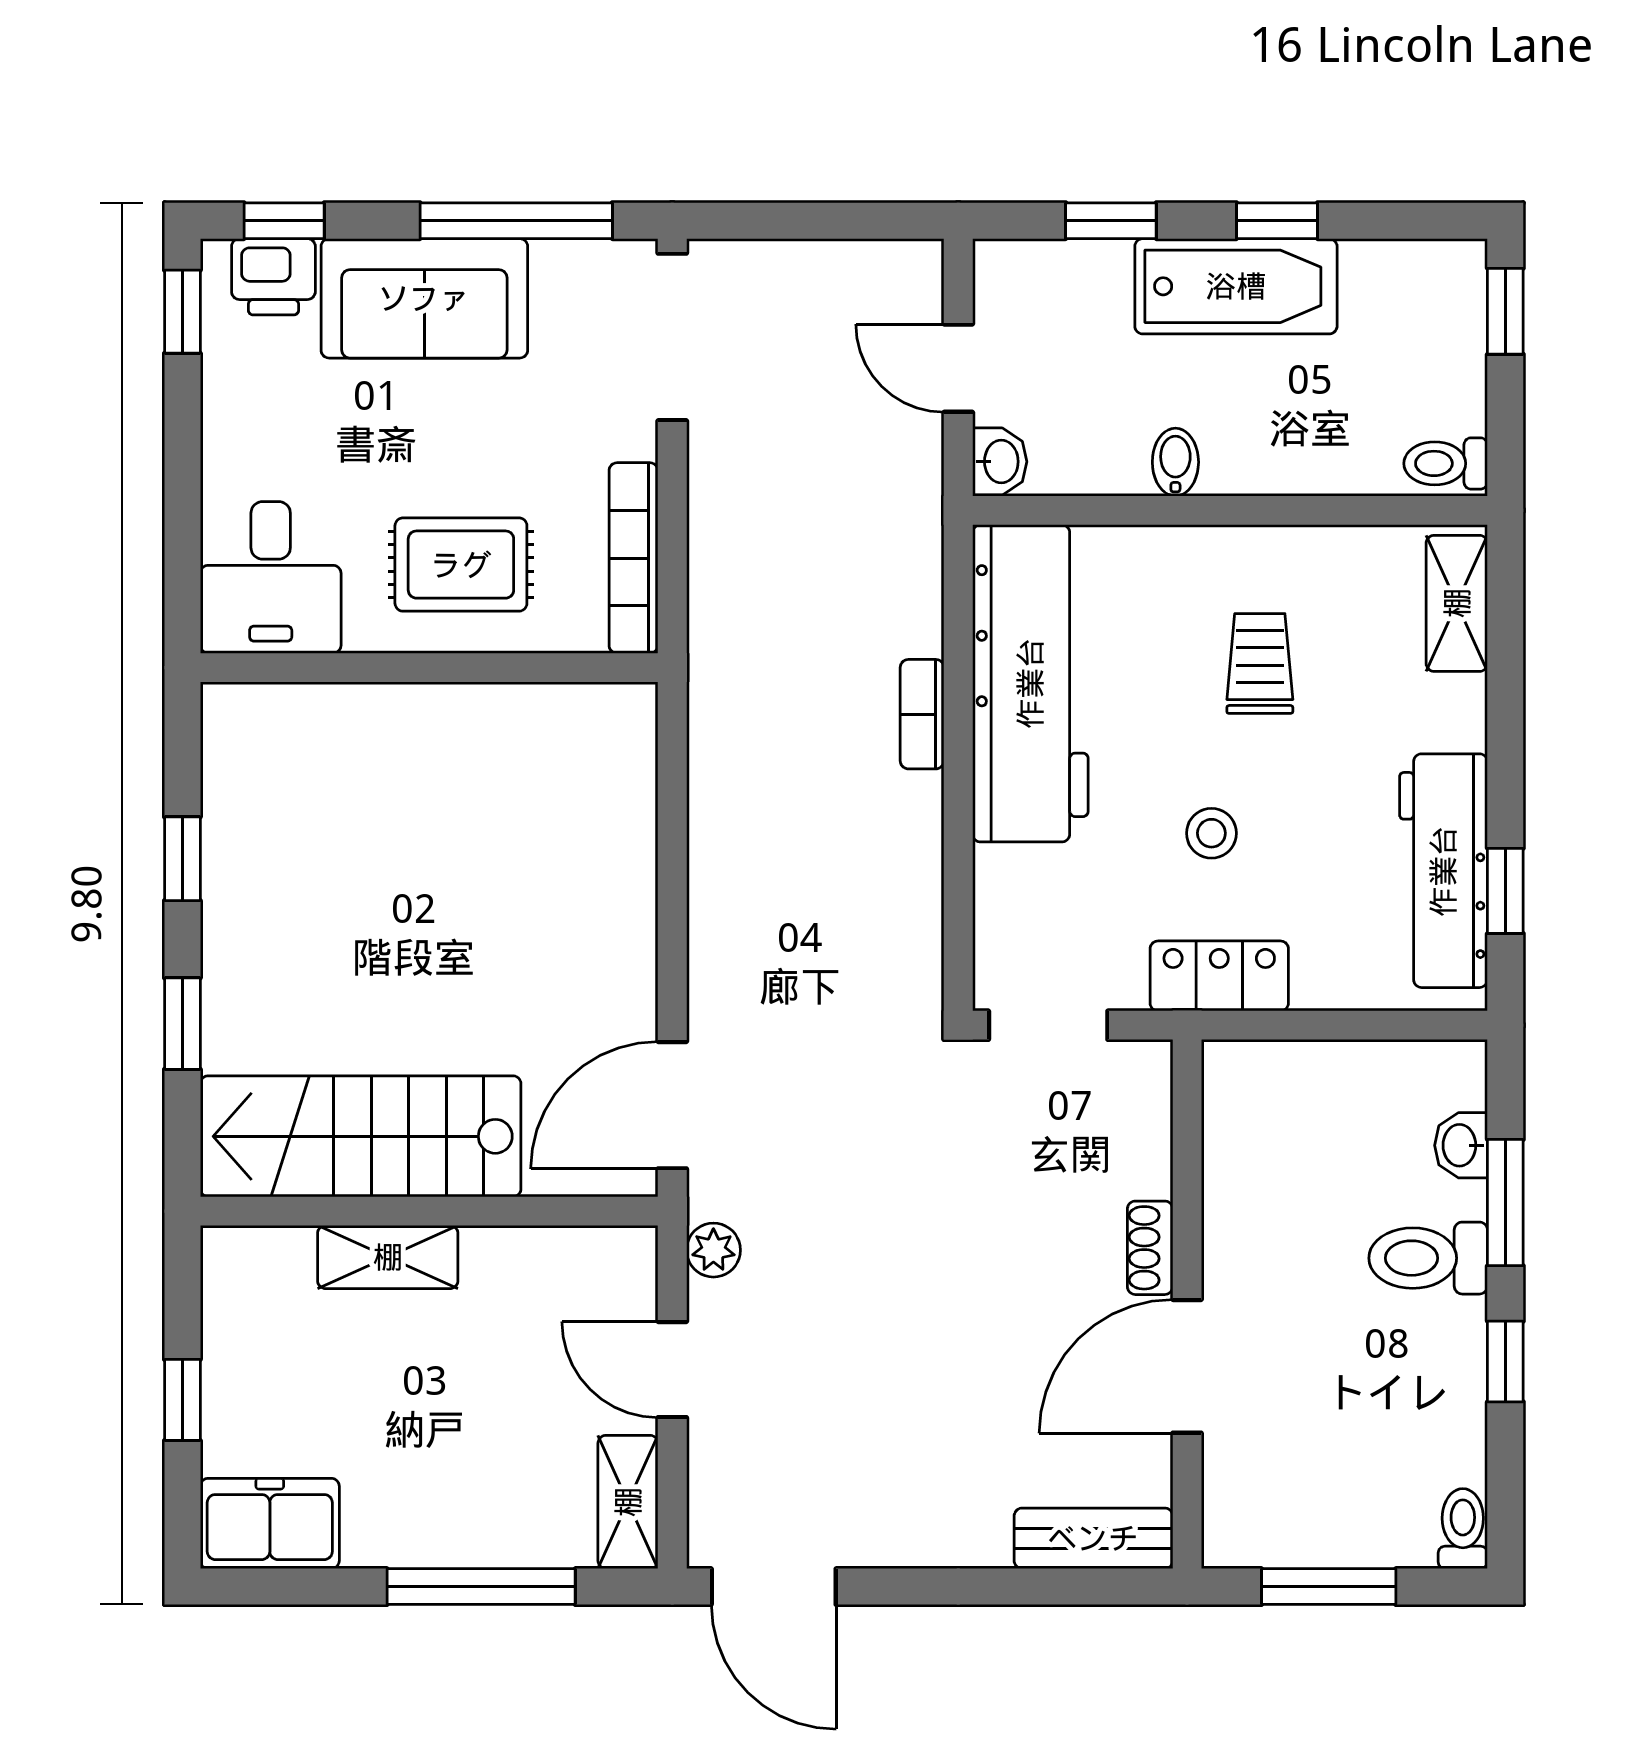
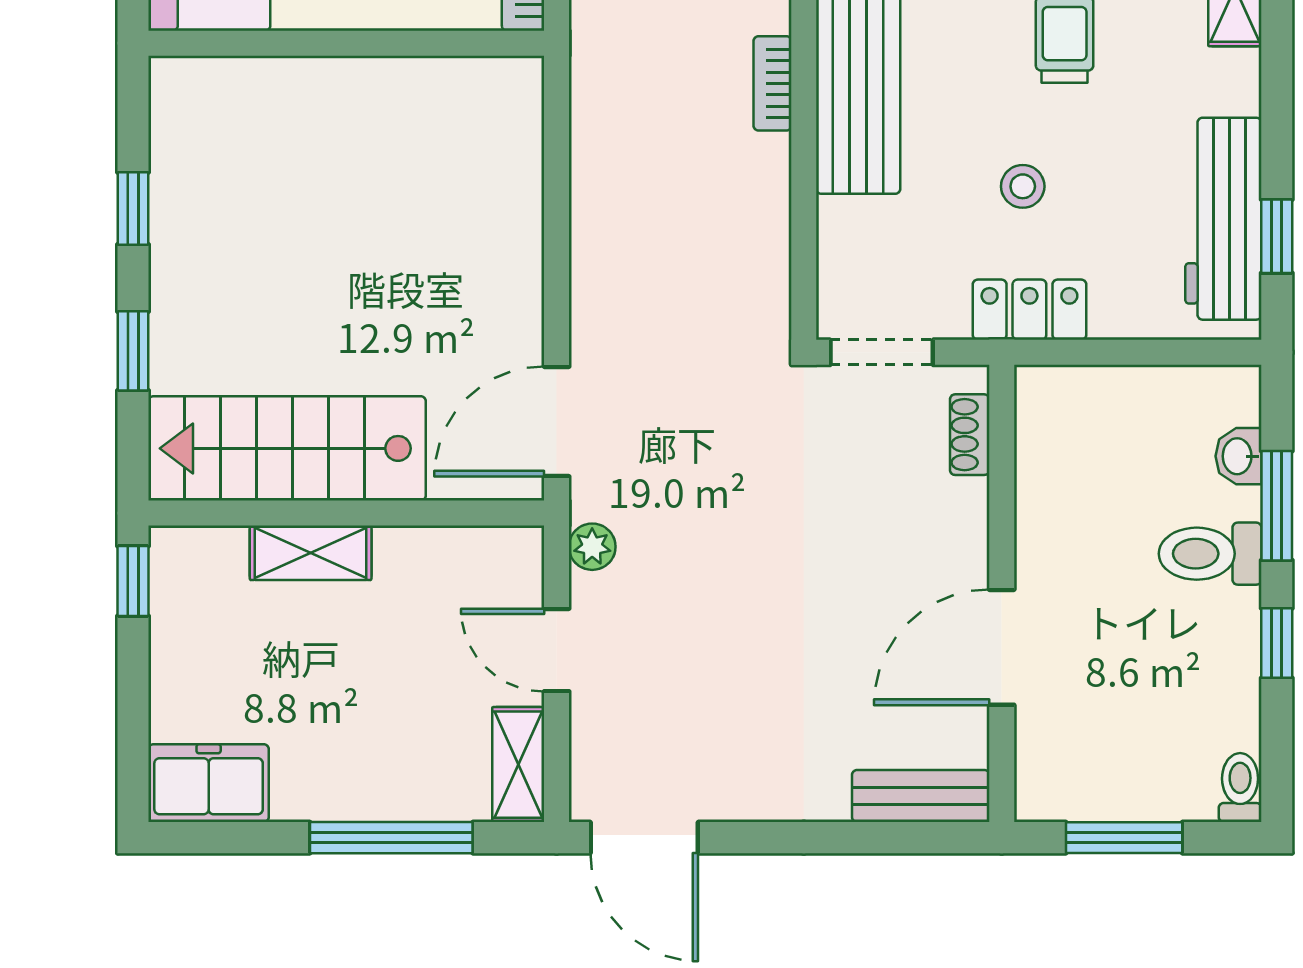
shoe rack: (1150, 1248) -> (970, 435), moved
window: (182, 1400) -> (133, 581), moved

